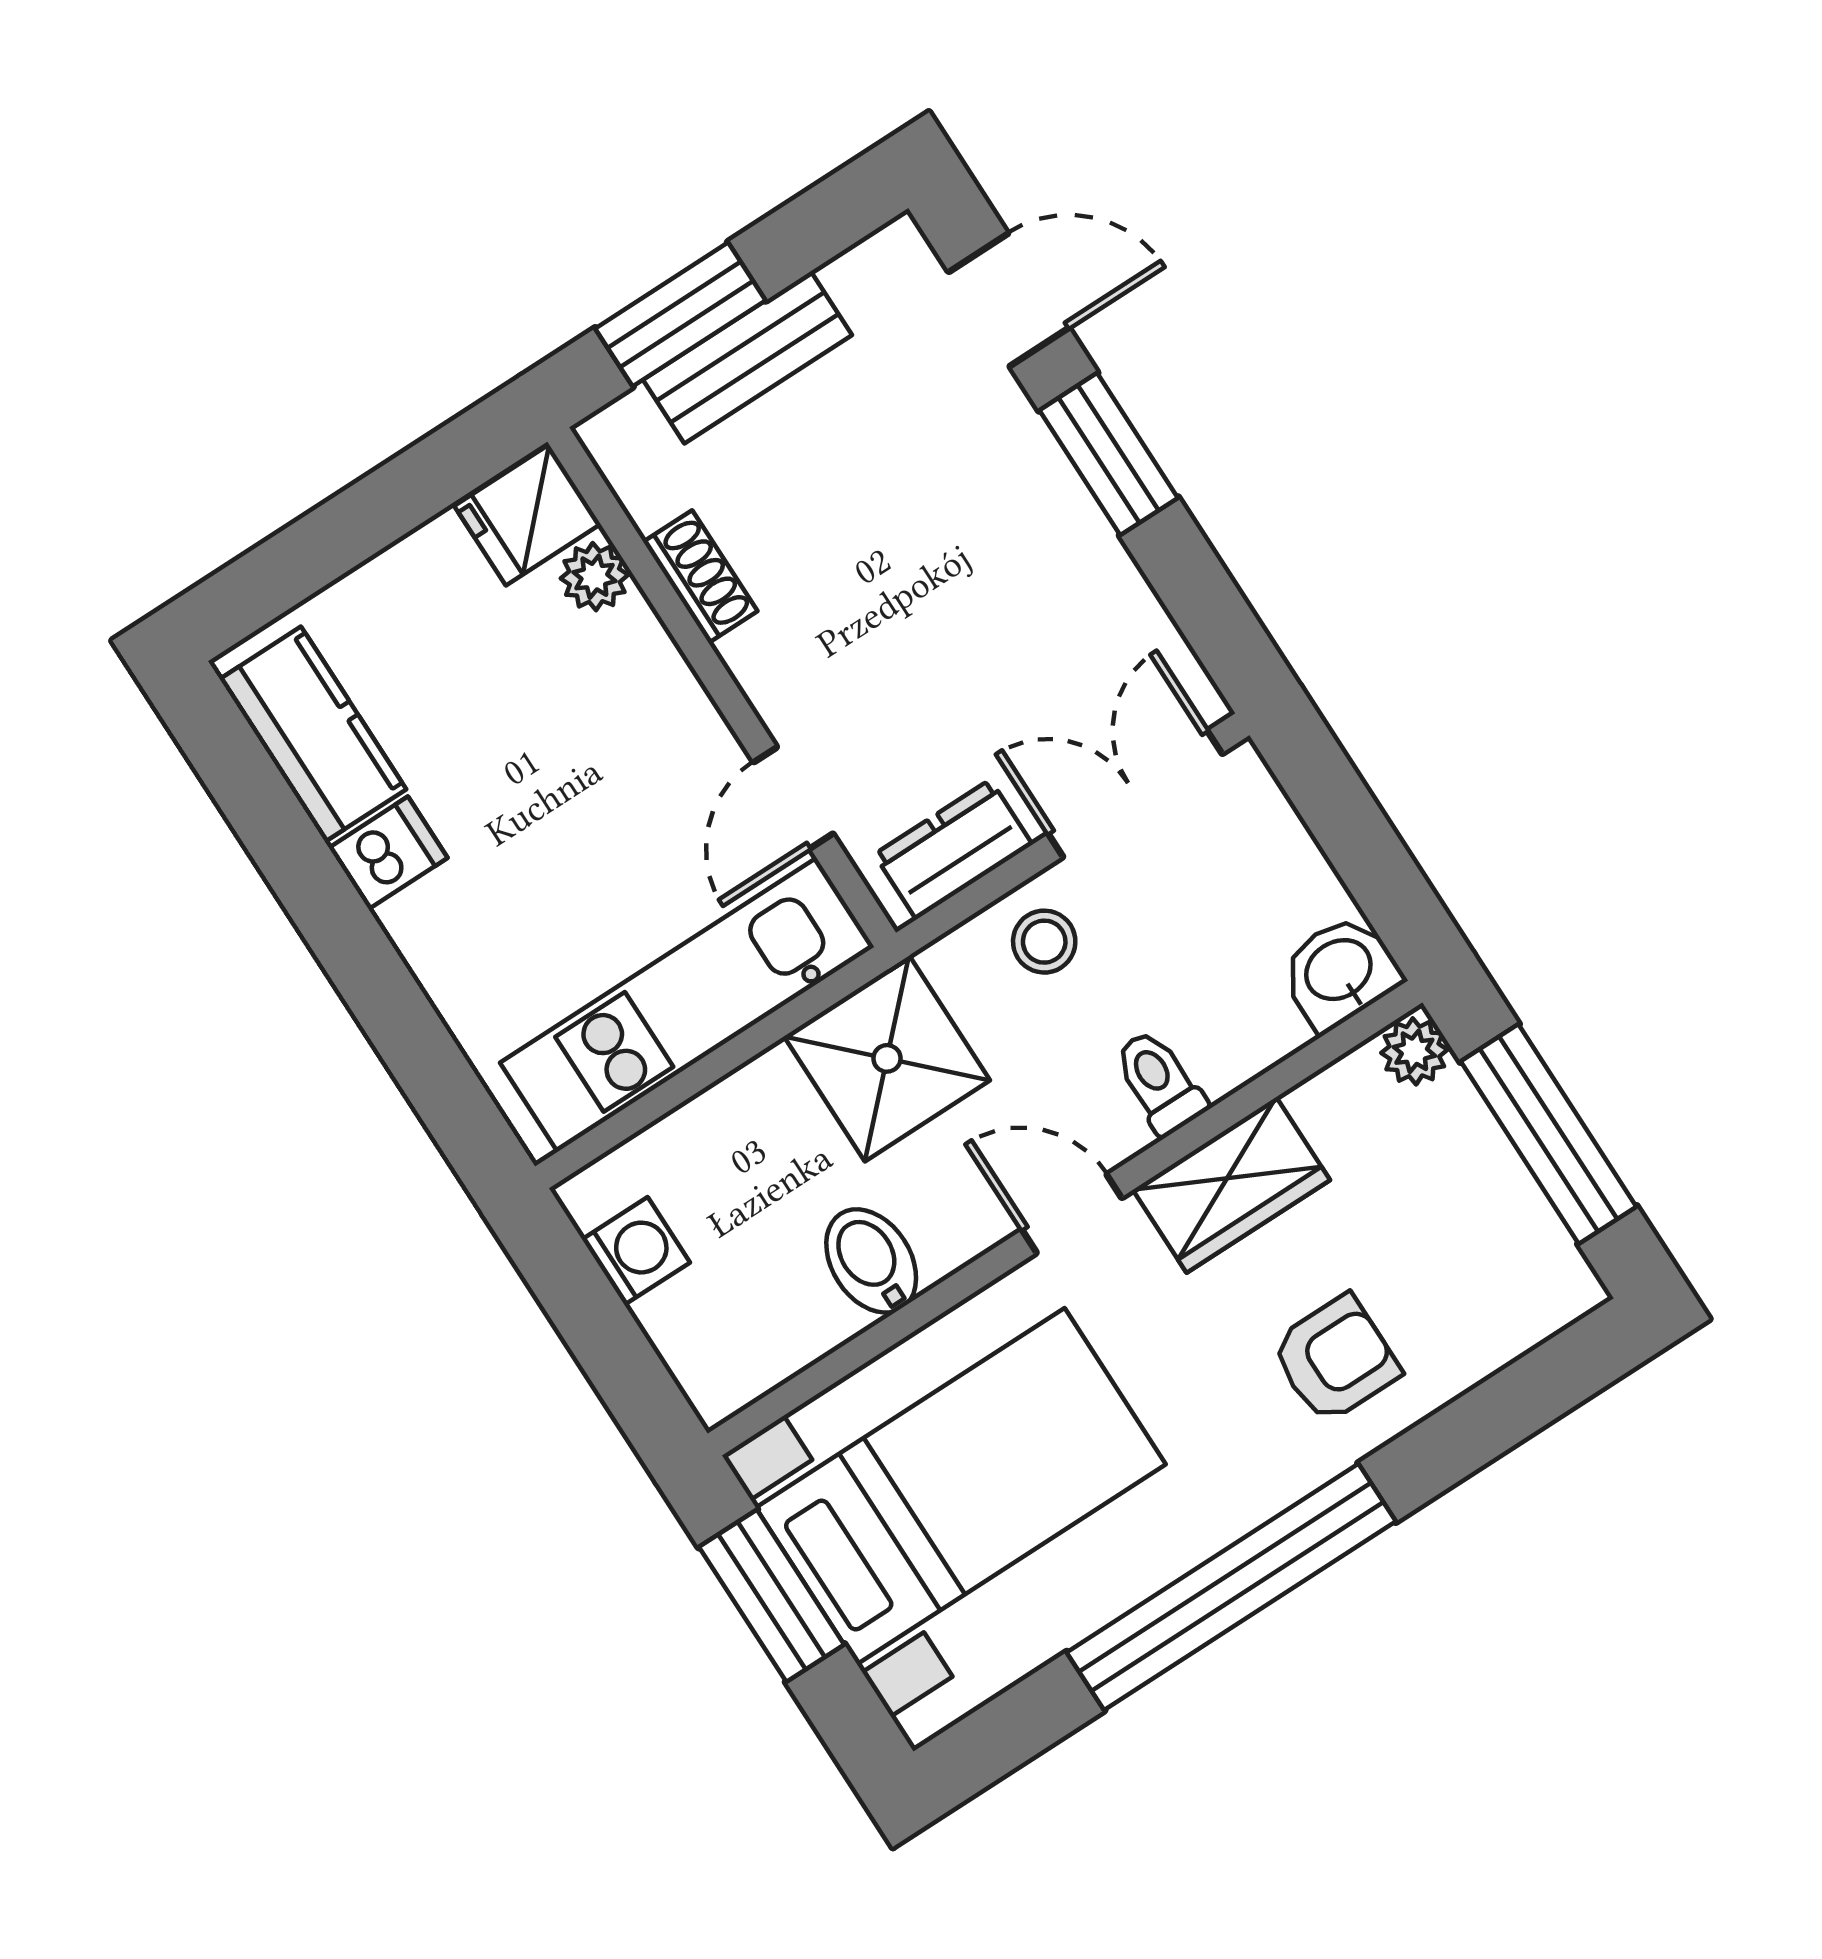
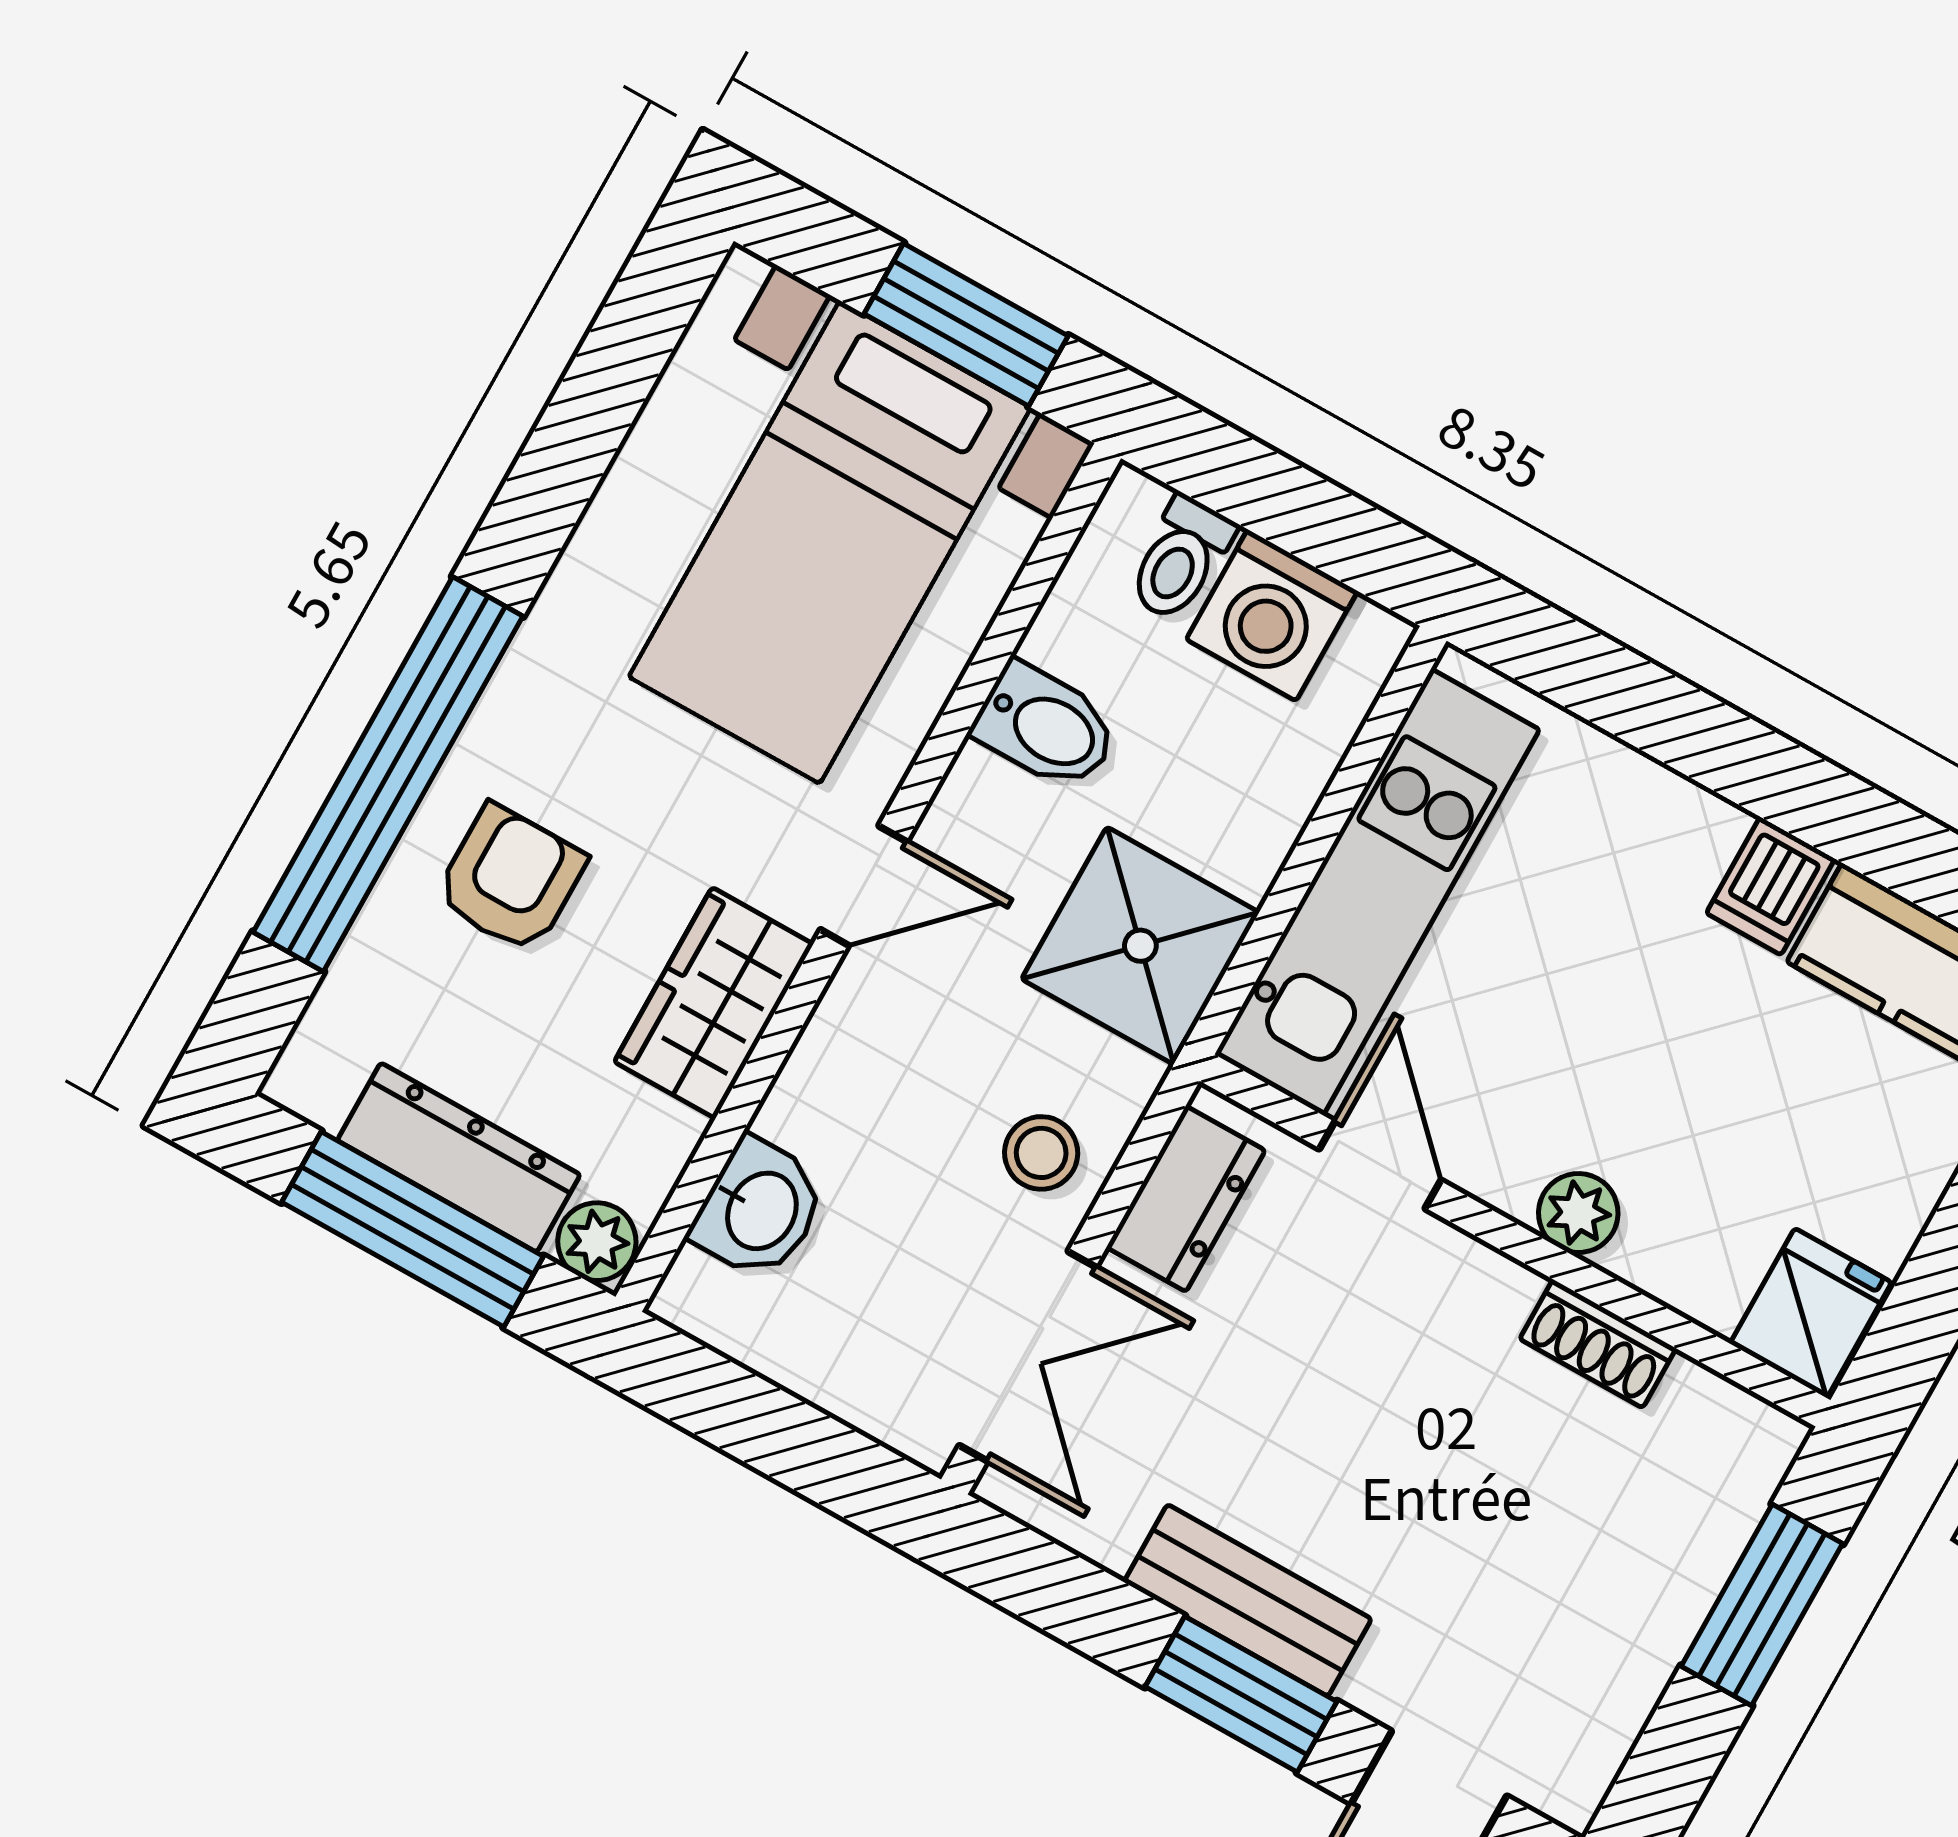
bench: (748, 357) -> (1248, 1600), moved, turned 90
plant: (594, 577) -> (1578, 1213), moved
washbasin: (1340, 972) -> (759, 1209), moved
toilet: (1159, 1082) -> (1181, 559), moved, turned 90
dresser: (1485, 1170) -> (459, 1158), added
washing machine: (636, 1251) -> (1272, 615), width x1.38, depth x1.38
armchair: (1335, 1359) -> (511, 879), turned 180
window: (1231, 1587) -> (388, 774), moved

